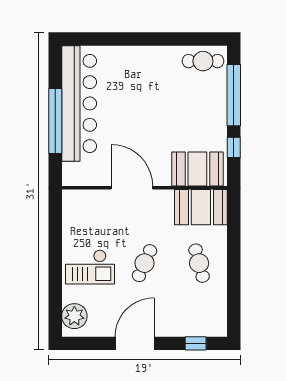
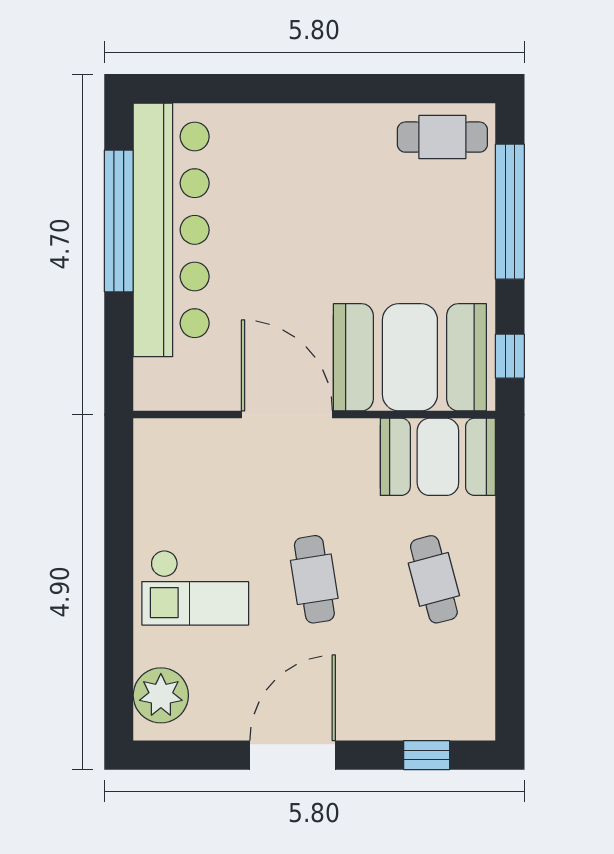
window: (55, 121) -> (119, 221), moved
window: (234, 147) -> (510, 356), moved
booth: (197, 169) -> (410, 357), width x1.36, depth x1.42
cafe table: (144, 263) -> (314, 579), turned -33

